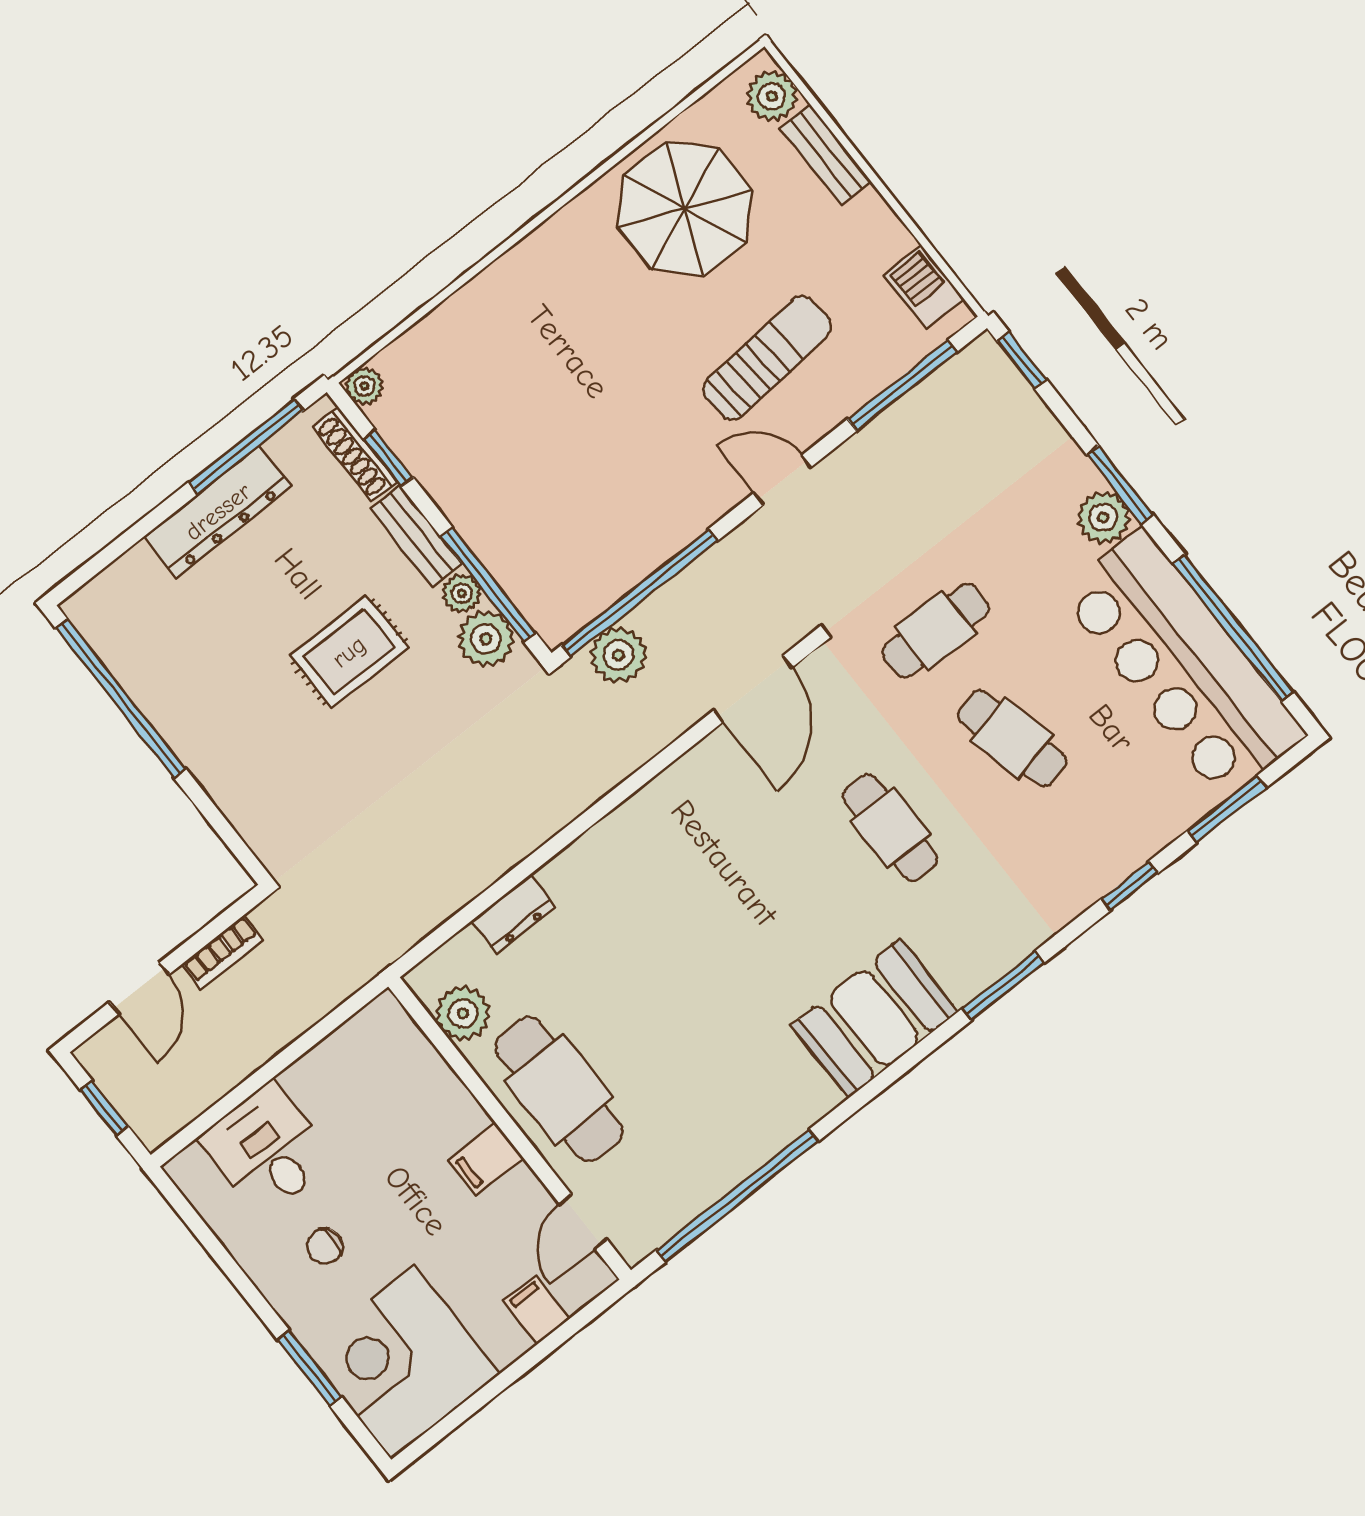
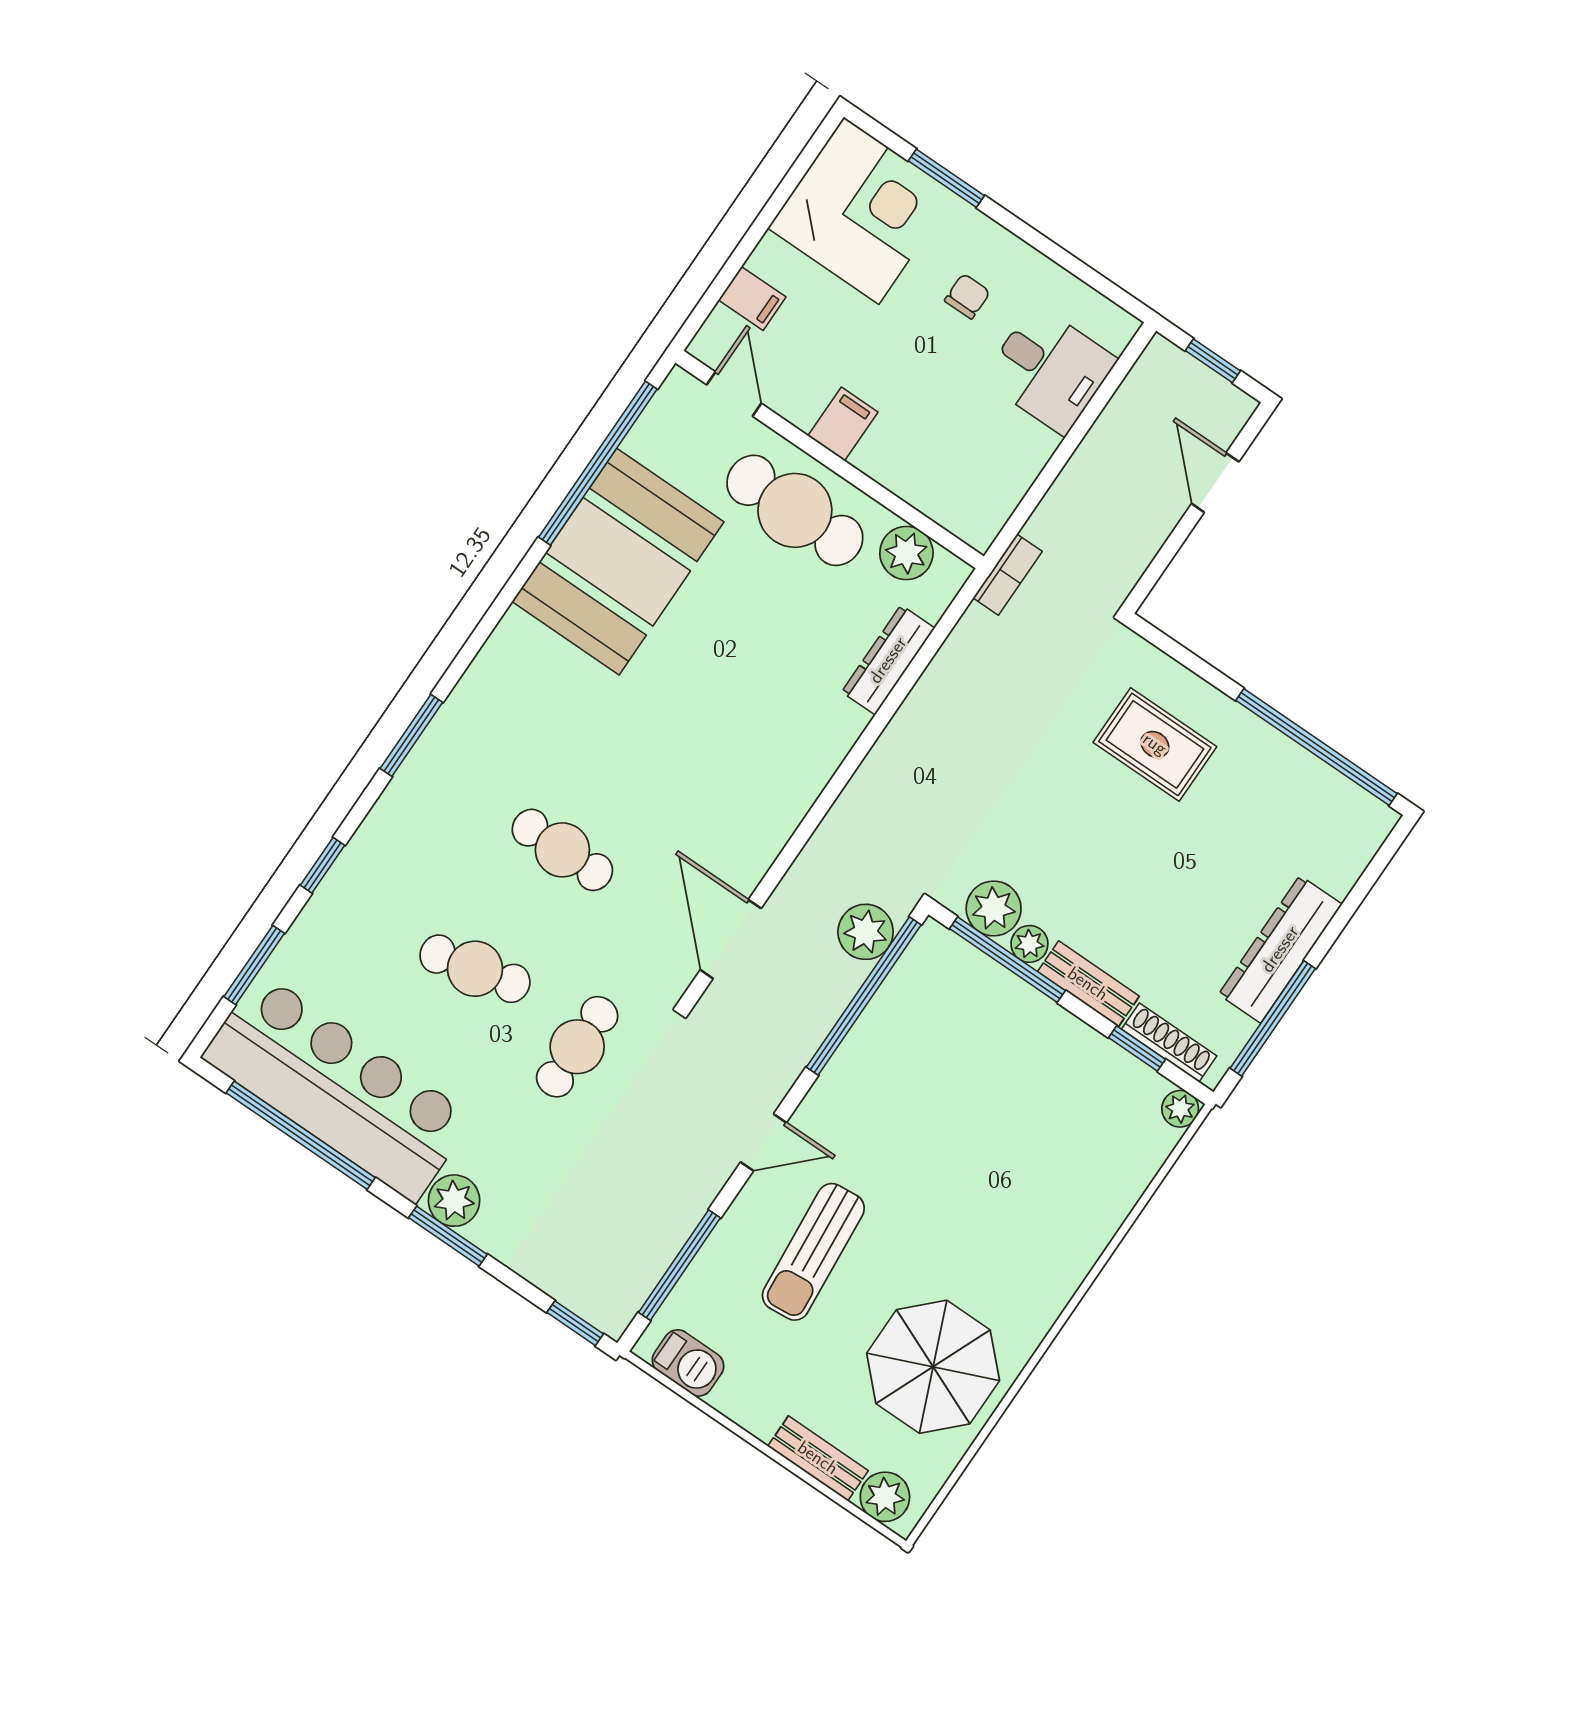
rug: (349, 652) -> (1155, 744), moved, turned 90
dresser: (513, 914) -> (888, 660), width x1.44
bookcase: (222, 952) -> (1008, 575), moved, turned 180
booth: (874, 1018) -> (618, 562), moved, width x1.36, depth x1.42

